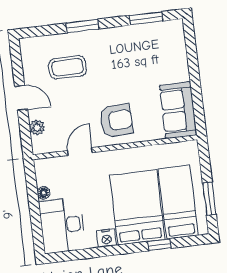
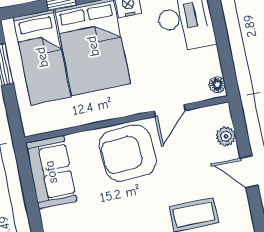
armchair: (116, 121) -> (128, 153), width x1.36, depth x1.36
floor lamp: (44, 193) -> (217, 85), moved

